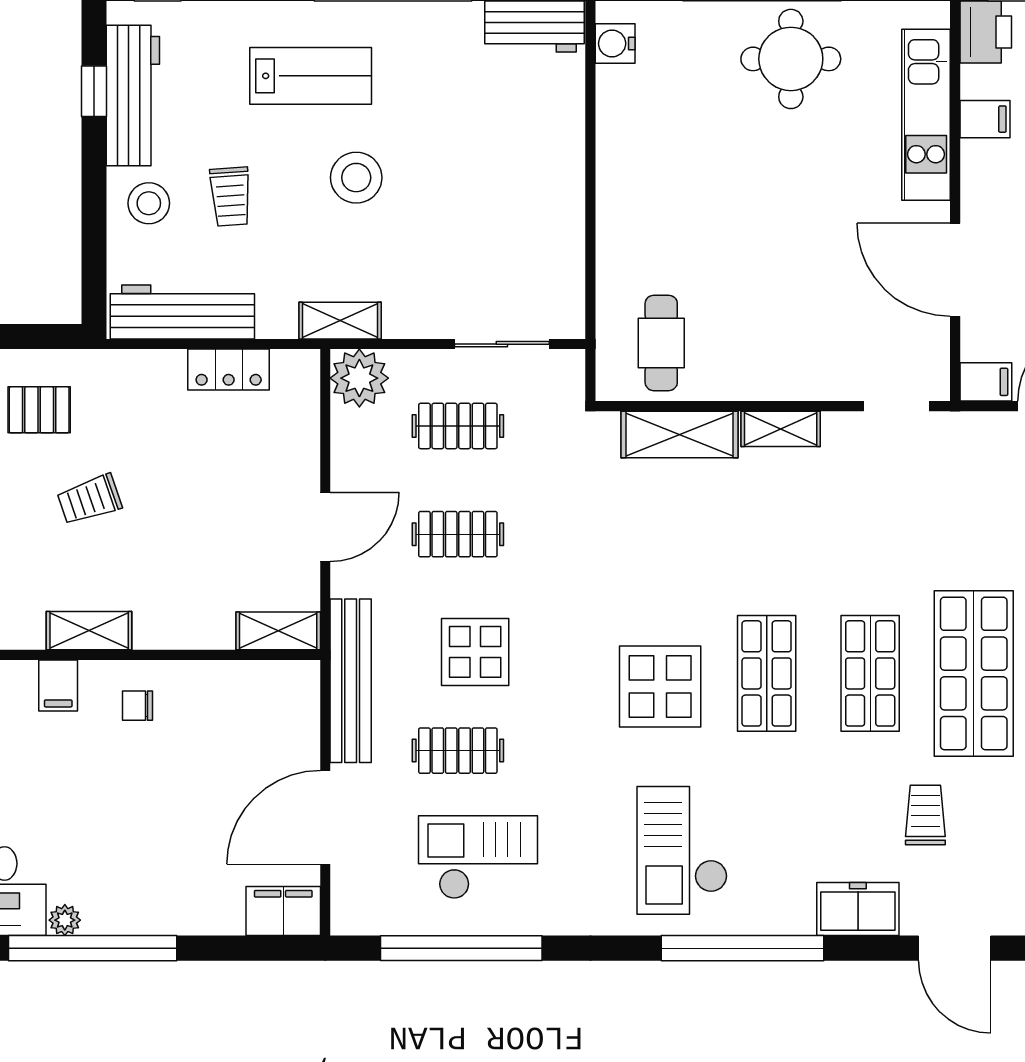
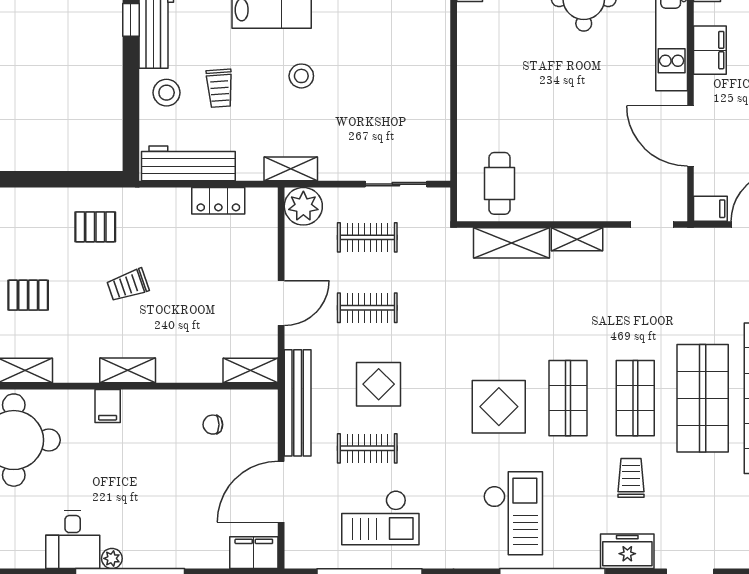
filing cabinet: (985, 119) -> (710, 50), width x2.00
stool: (356, 178) -> (301, 76), width x0.73, depth x0.73
chair: (138, 706) -> (213, 425), moved
trolley: (925, 815) -> (631, 478), moved
checkout: (682, 850) -> (513, 513), turned 180
checkout: (478, 857) -> (380, 518), turned 180

